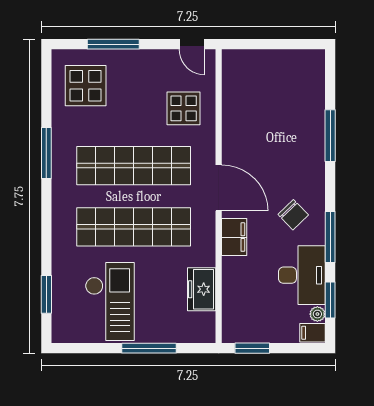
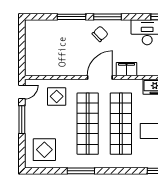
window: (113, 44) -> (22, 120), moved
chair: (293, 215) -> (100, 34), moved
window: (330, 237) -> (107, 17), moved

